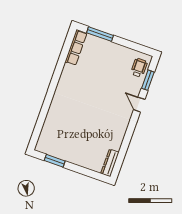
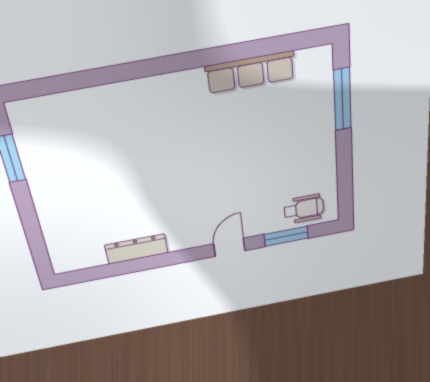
row of seats: (76, 48) -> (250, 72), moved
dresser: (110, 163) -> (137, 249), moved

